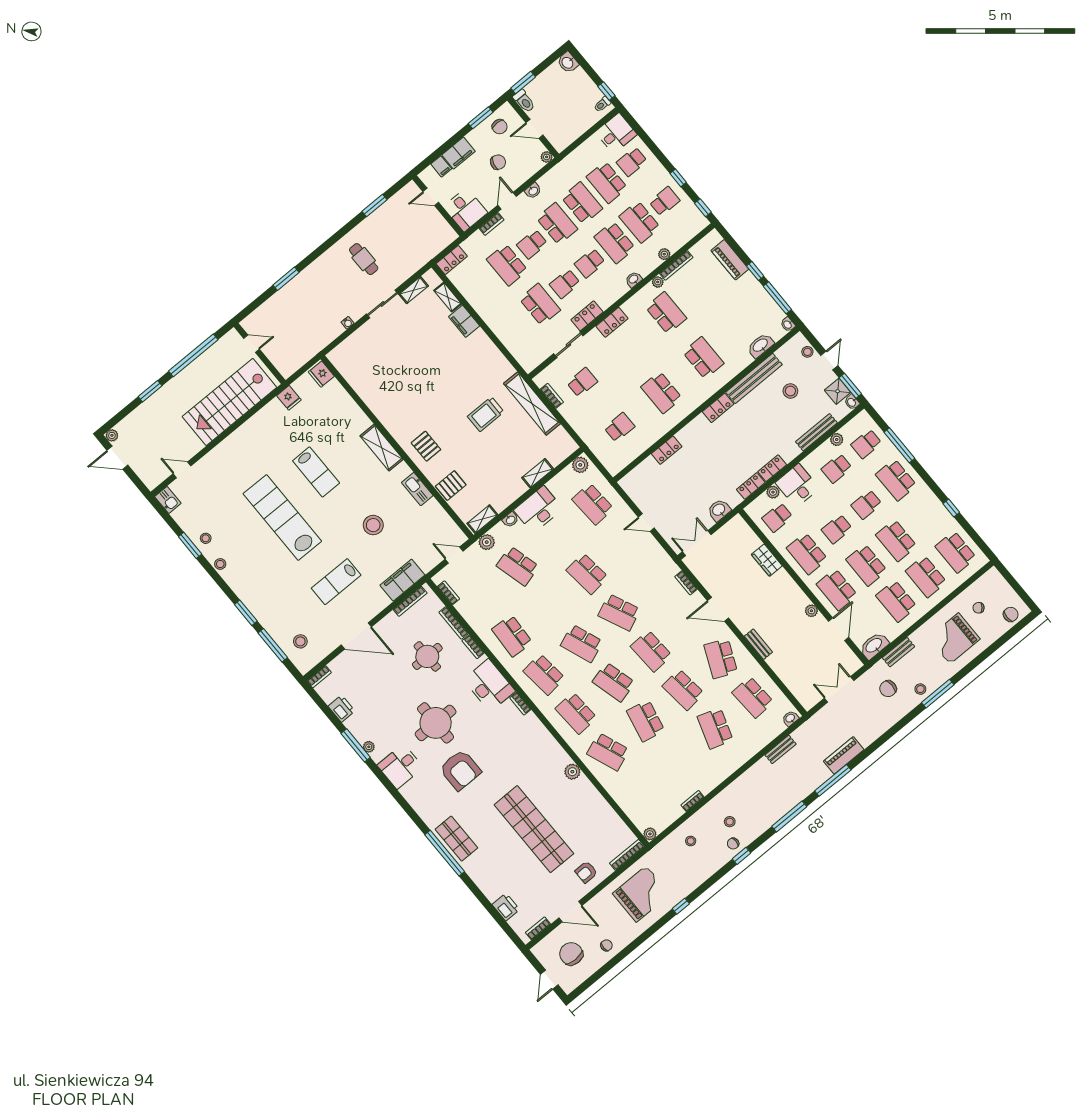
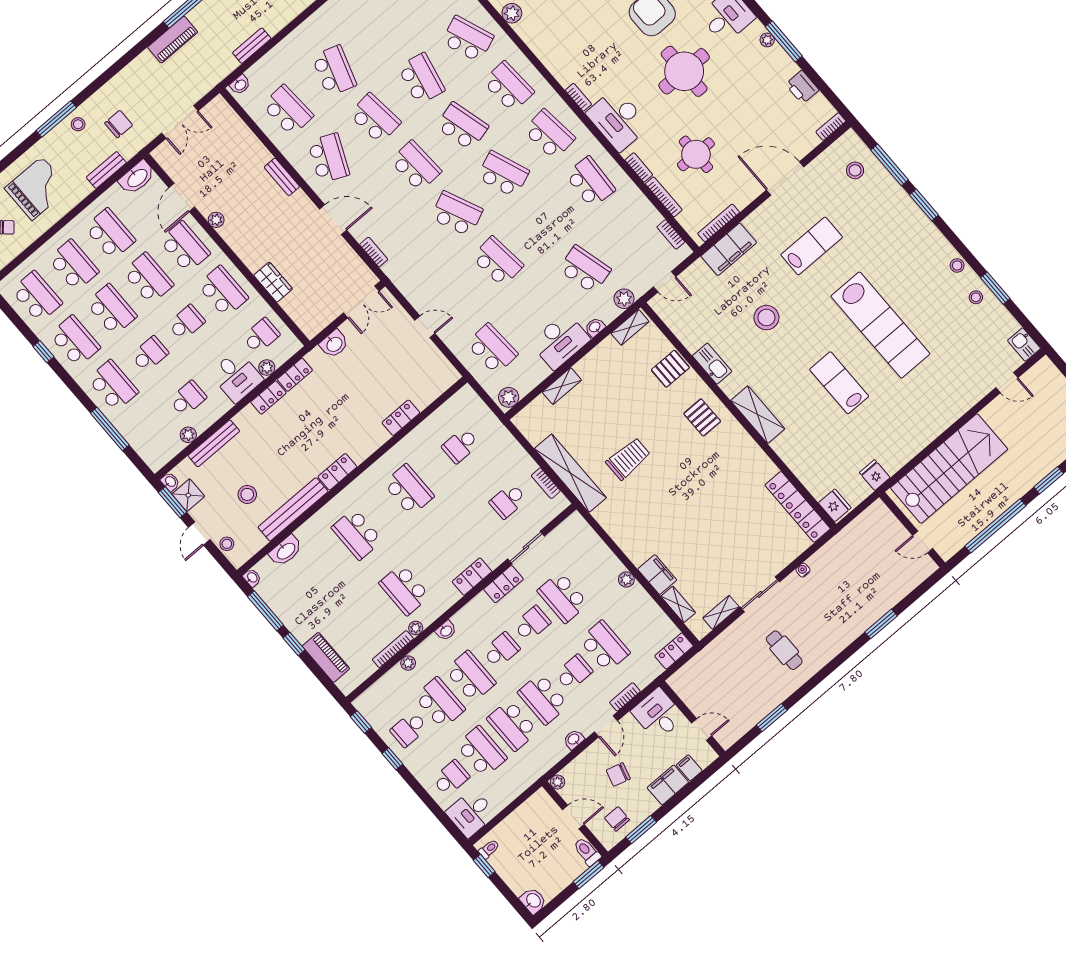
plant: (489, 318) -> (626, 580), added
locker: (351, 373) -> (798, 507), added
school desk: (866, 444) -> (75, 341), moved, width x1.85

